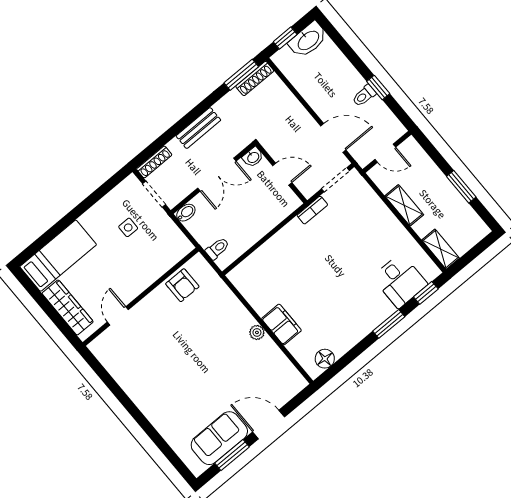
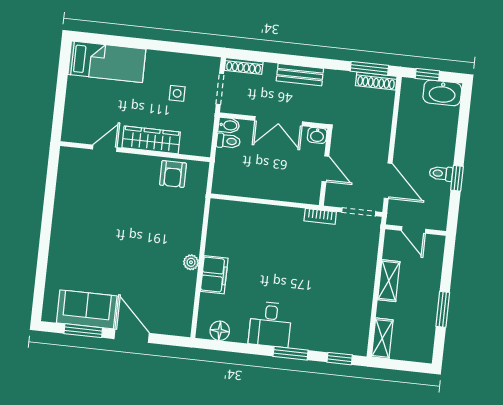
toilet: (217, 248) -> (228, 141), moved
desk: (400, 281) -> (270, 324), moved
wardrobe: (68, 307) -> (151, 140), moved, turned -90

